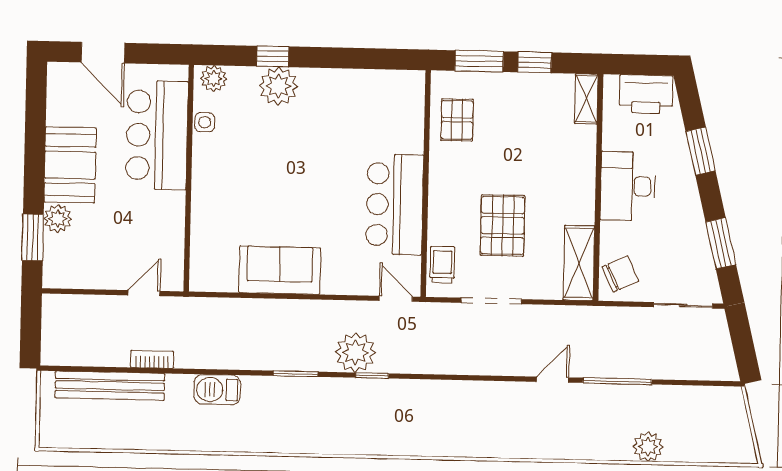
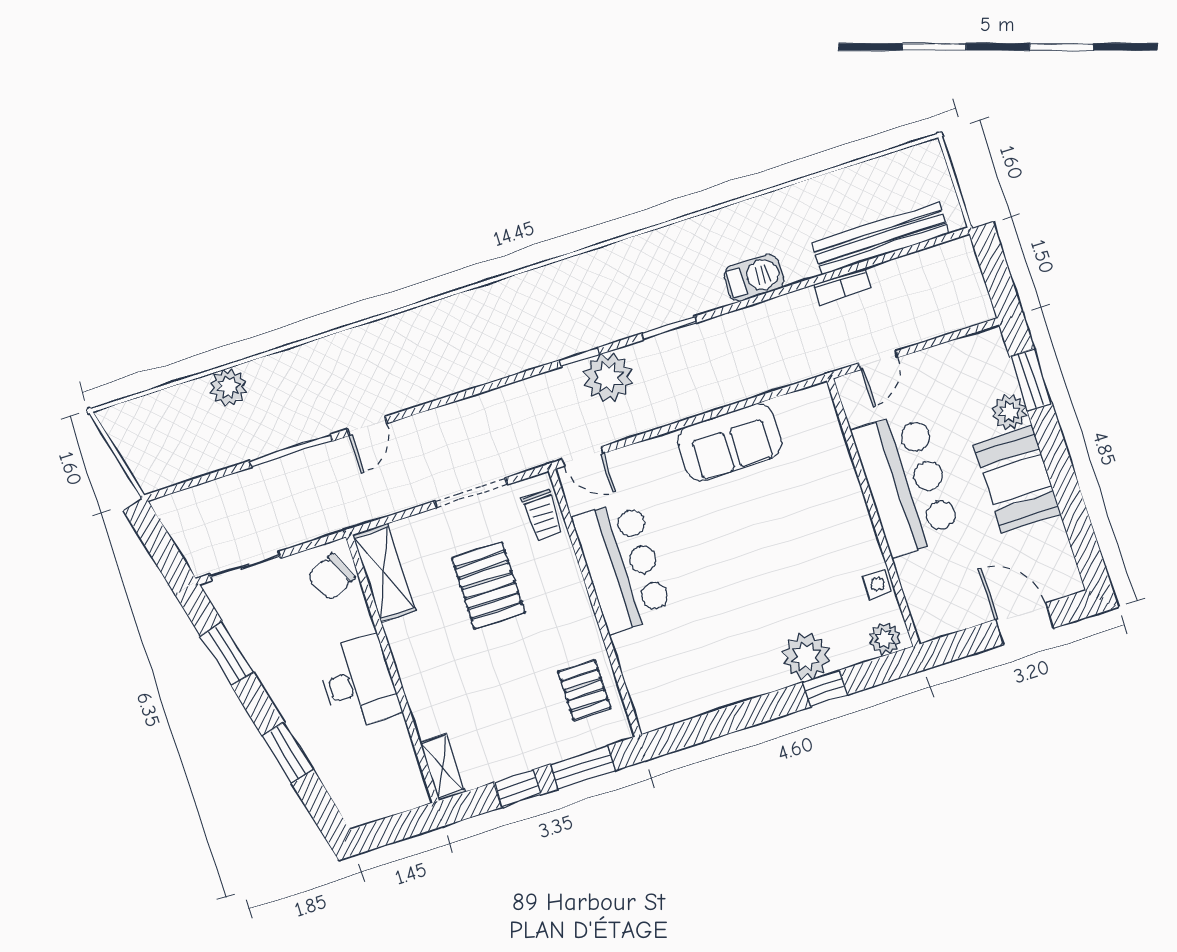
printer: (646, 94) -> (375, 797), removed
bar counter: (157, 135) -> (906, 483), moved

